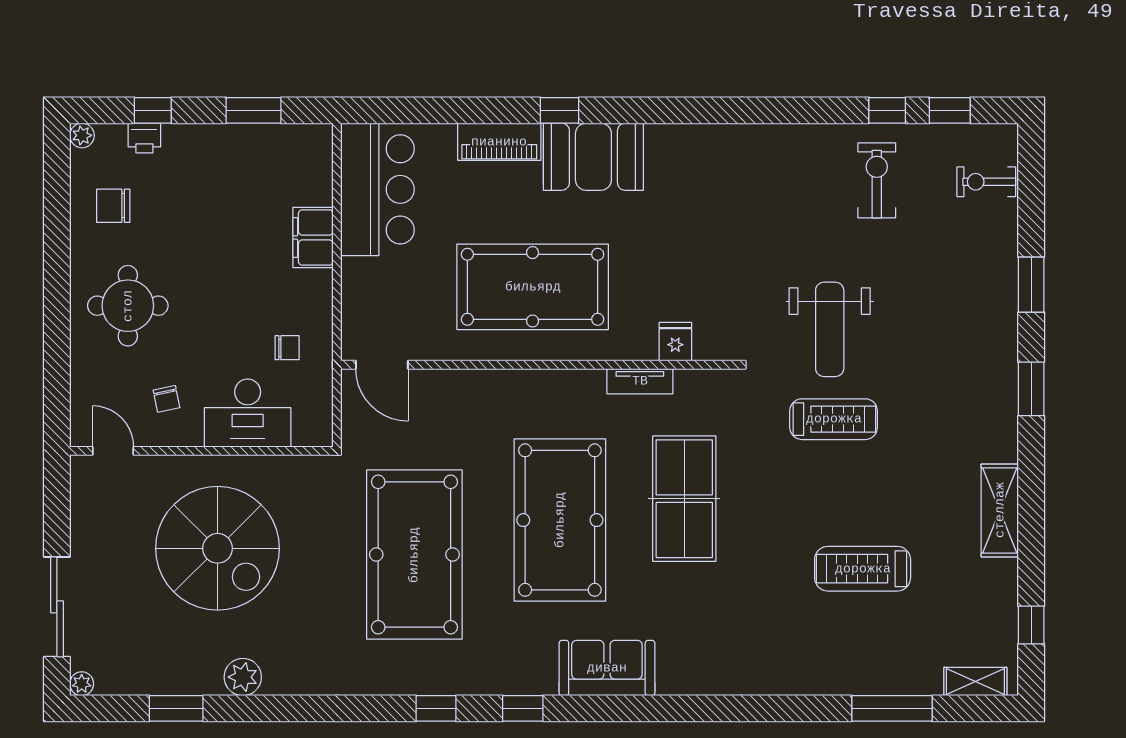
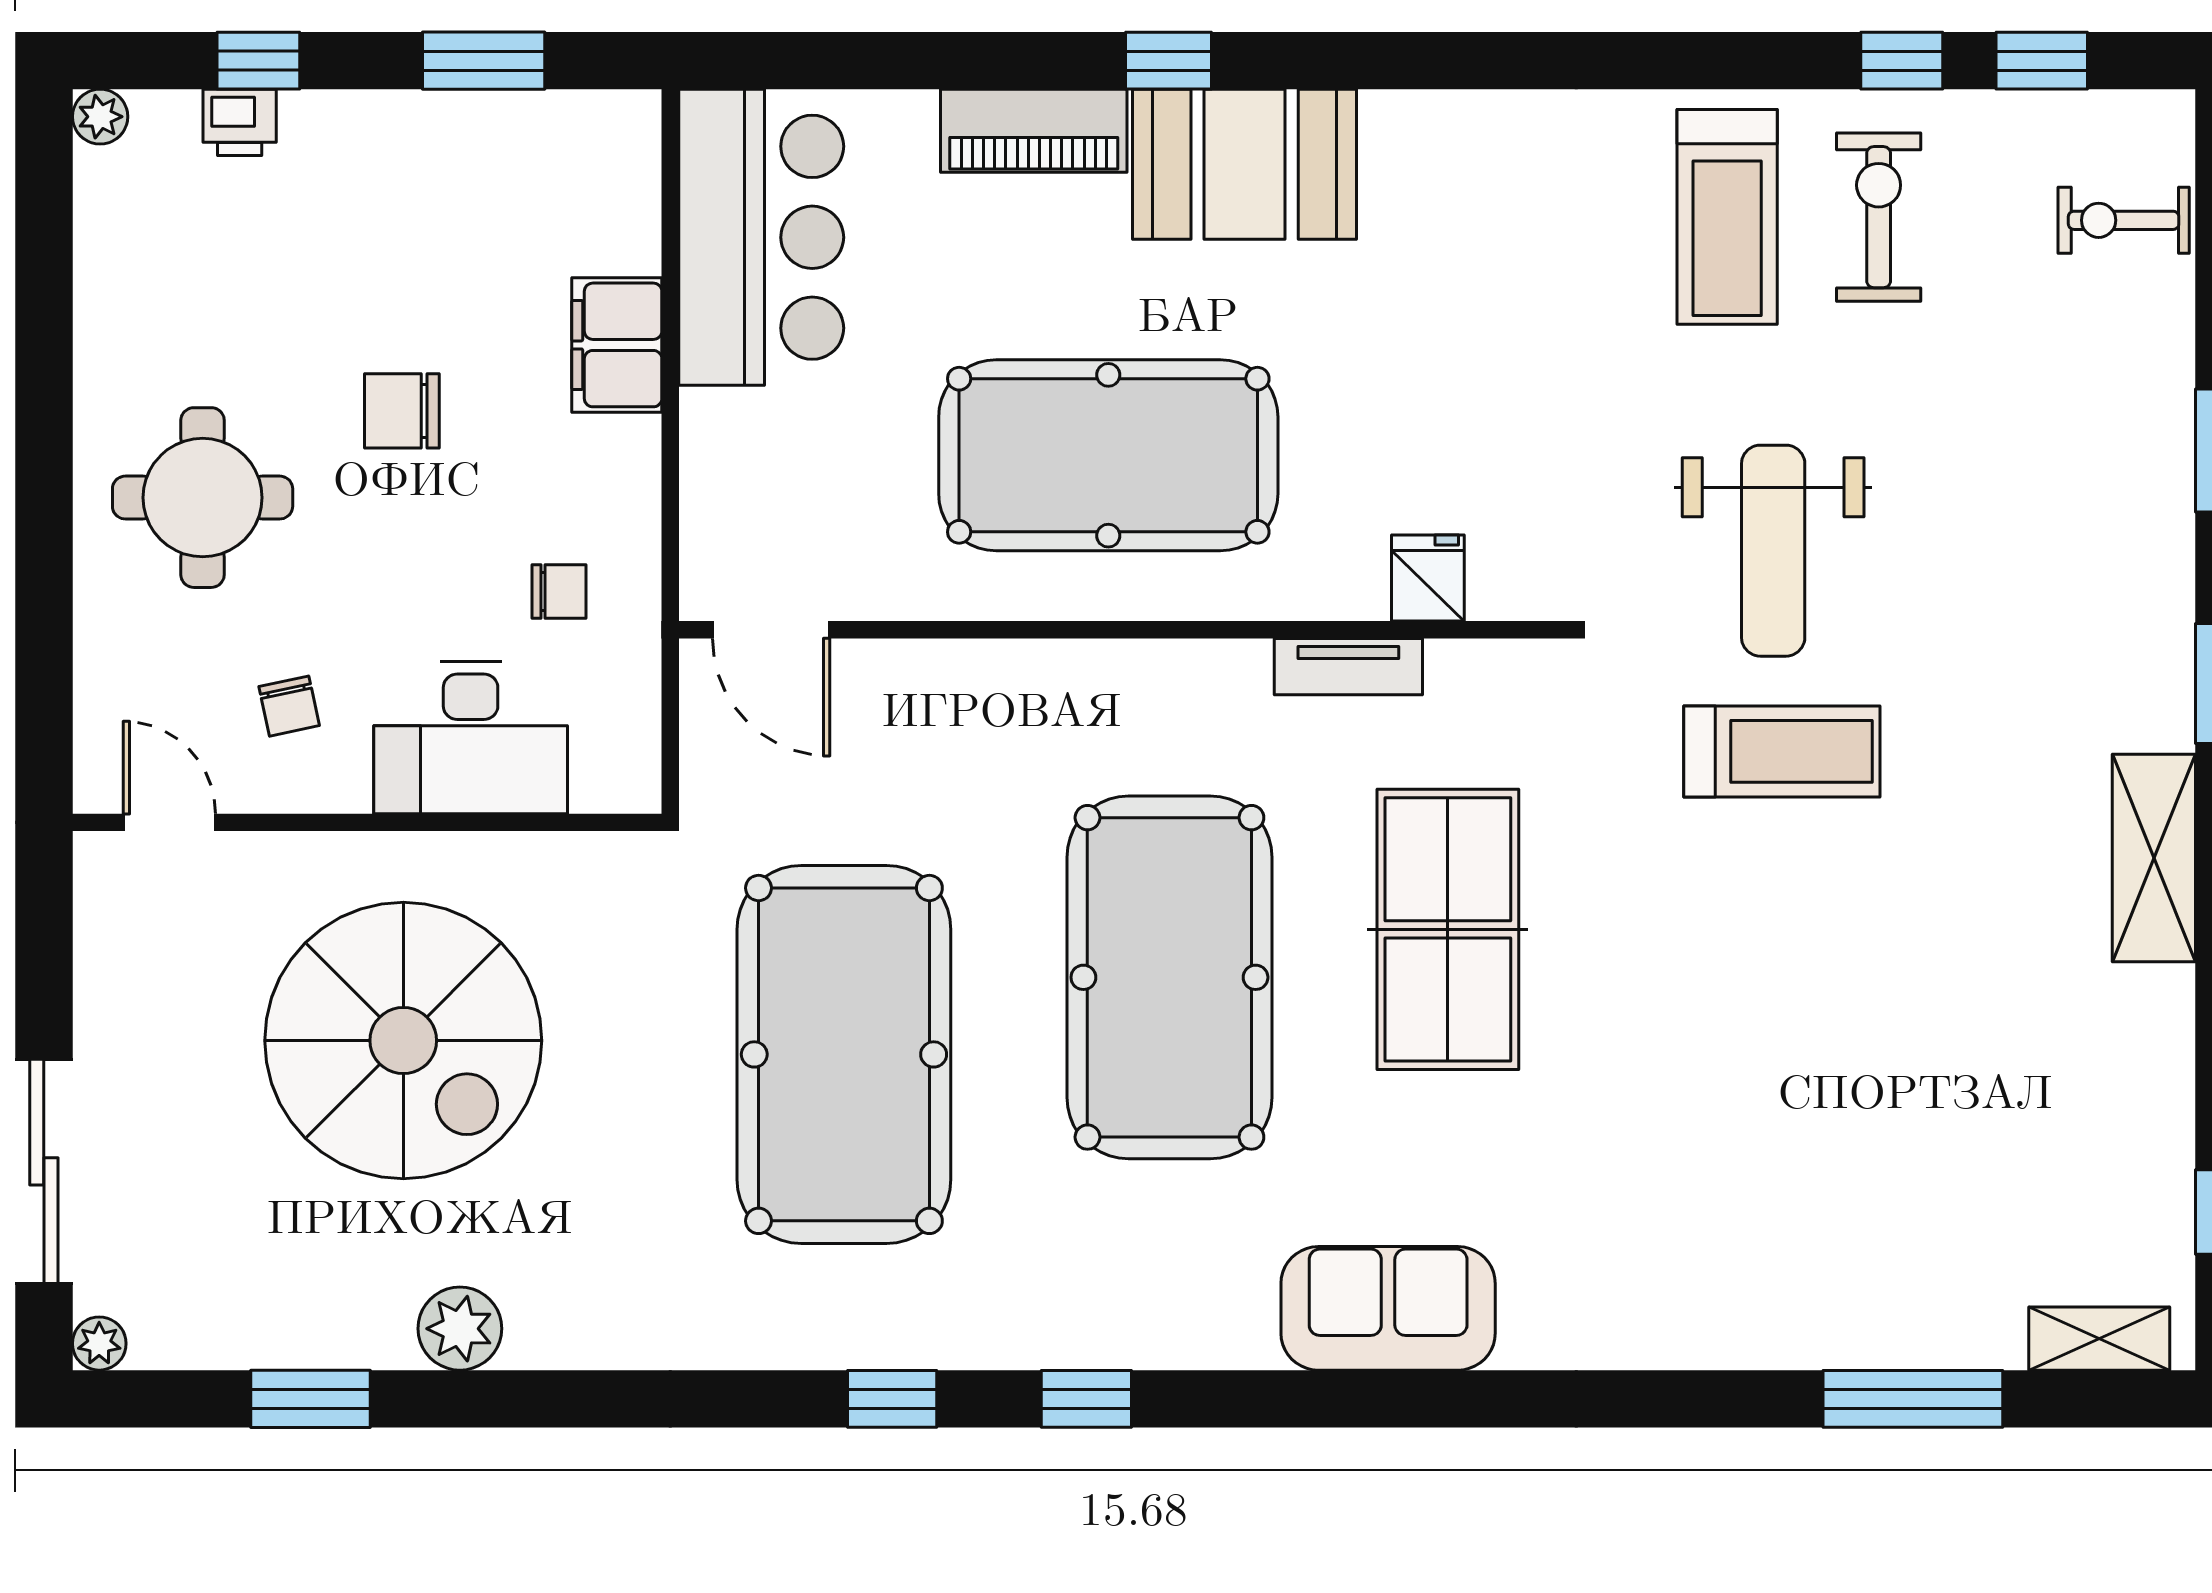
chair: (113, 206) -> (402, 411), moved
shelving: (1000, 510) -> (2154, 858), moved
treadmill: (863, 569) -> (1727, 217), moved, turned -90
sofa: (607, 668) -> (1388, 1308), moved

